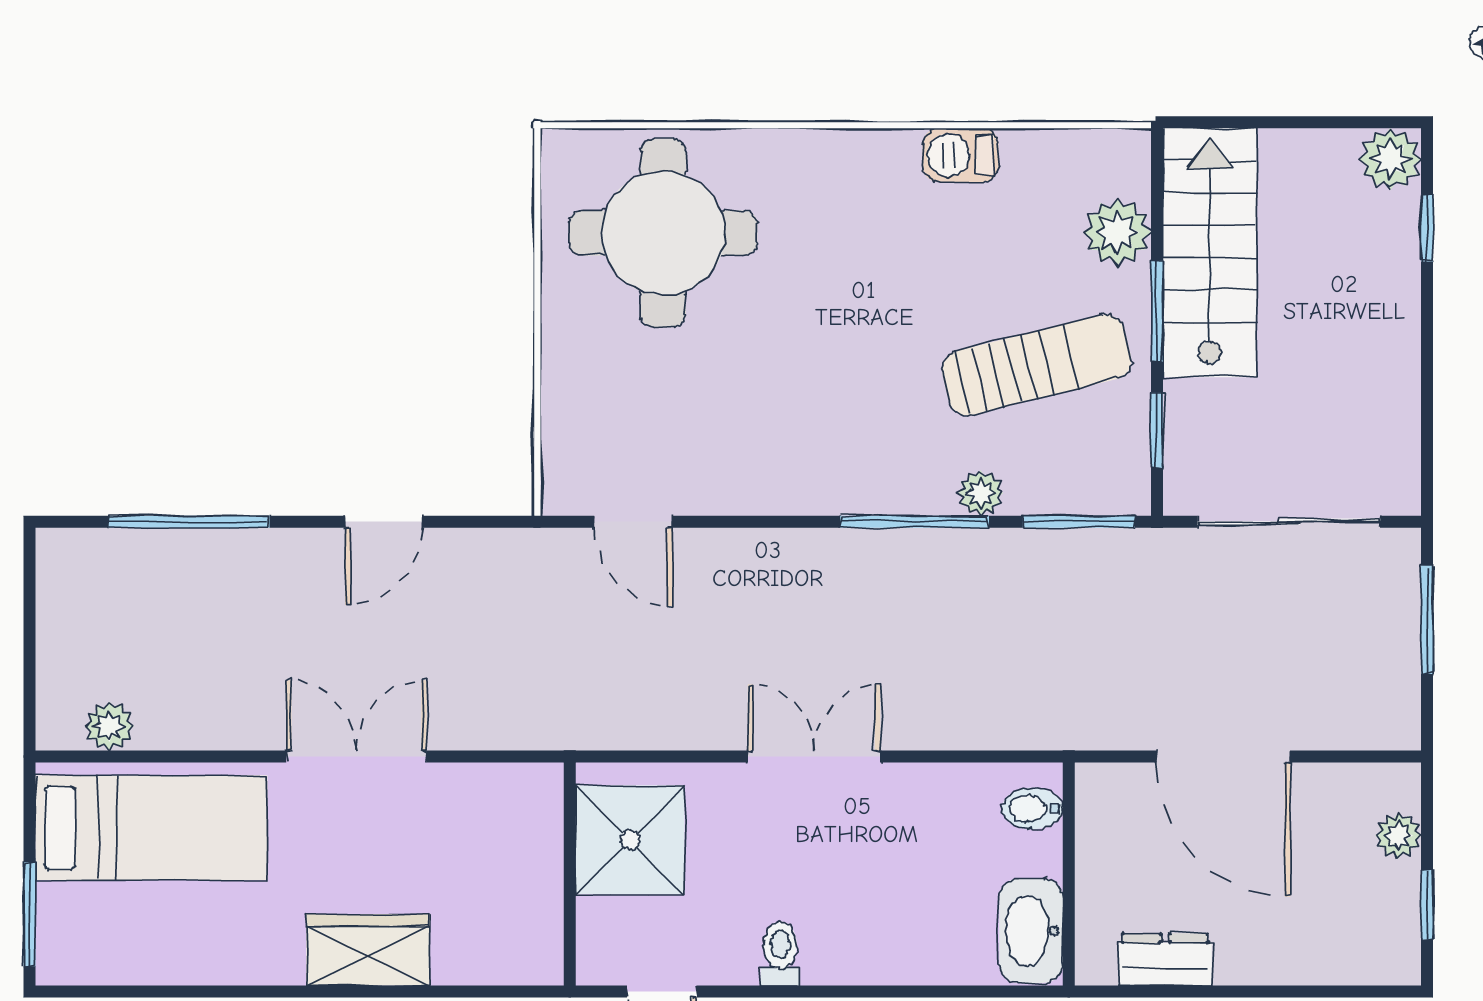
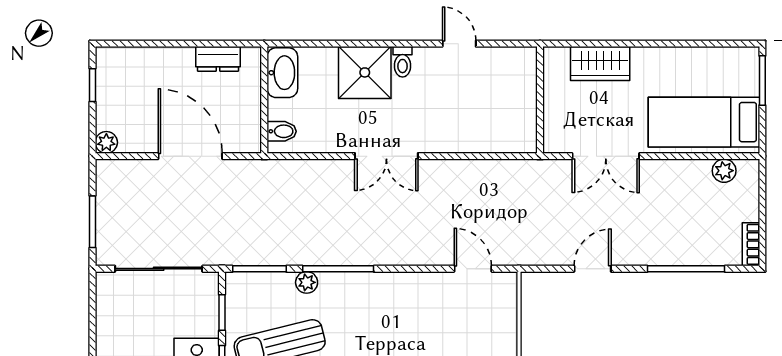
bookcase: (53, 573) -> (751, 244), added
plant: (1398, 836) -> (106, 142), moved
shower: (630, 840) -> (365, 72), moved
wall: (570, 874) -> (540, 100), moved

